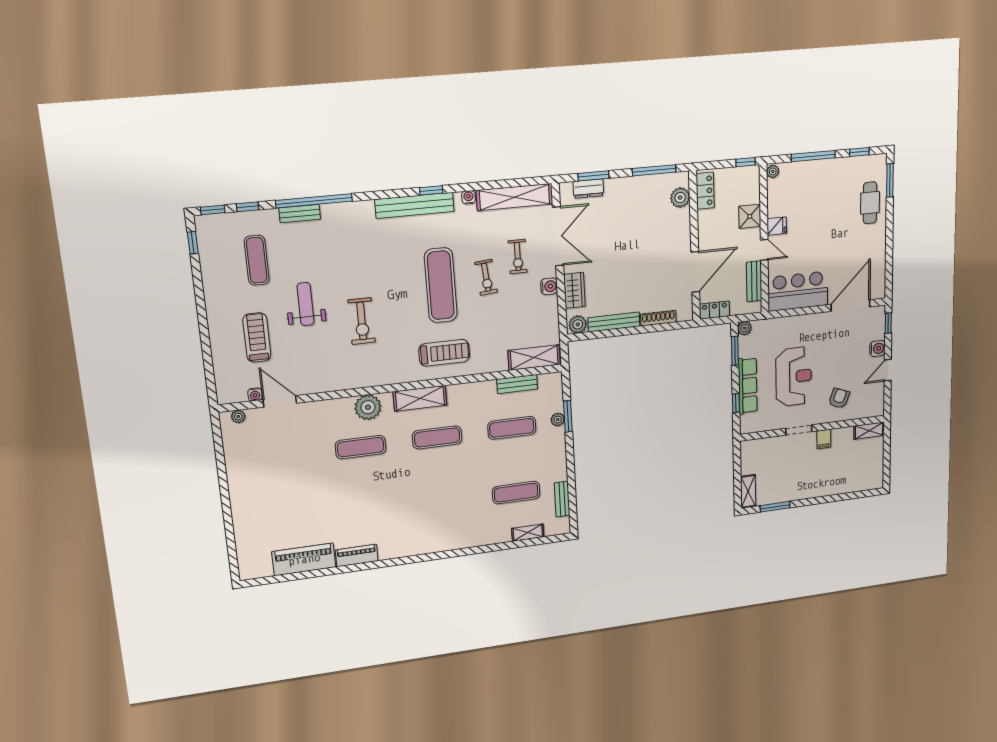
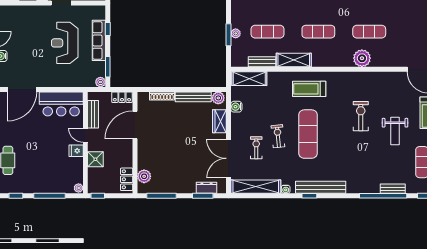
water cooler: (549, 286) -> (236, 107), moved
shelving: (420, 398) -> (294, 60), moved
armchair: (839, 398) -> (30, 23), removed

